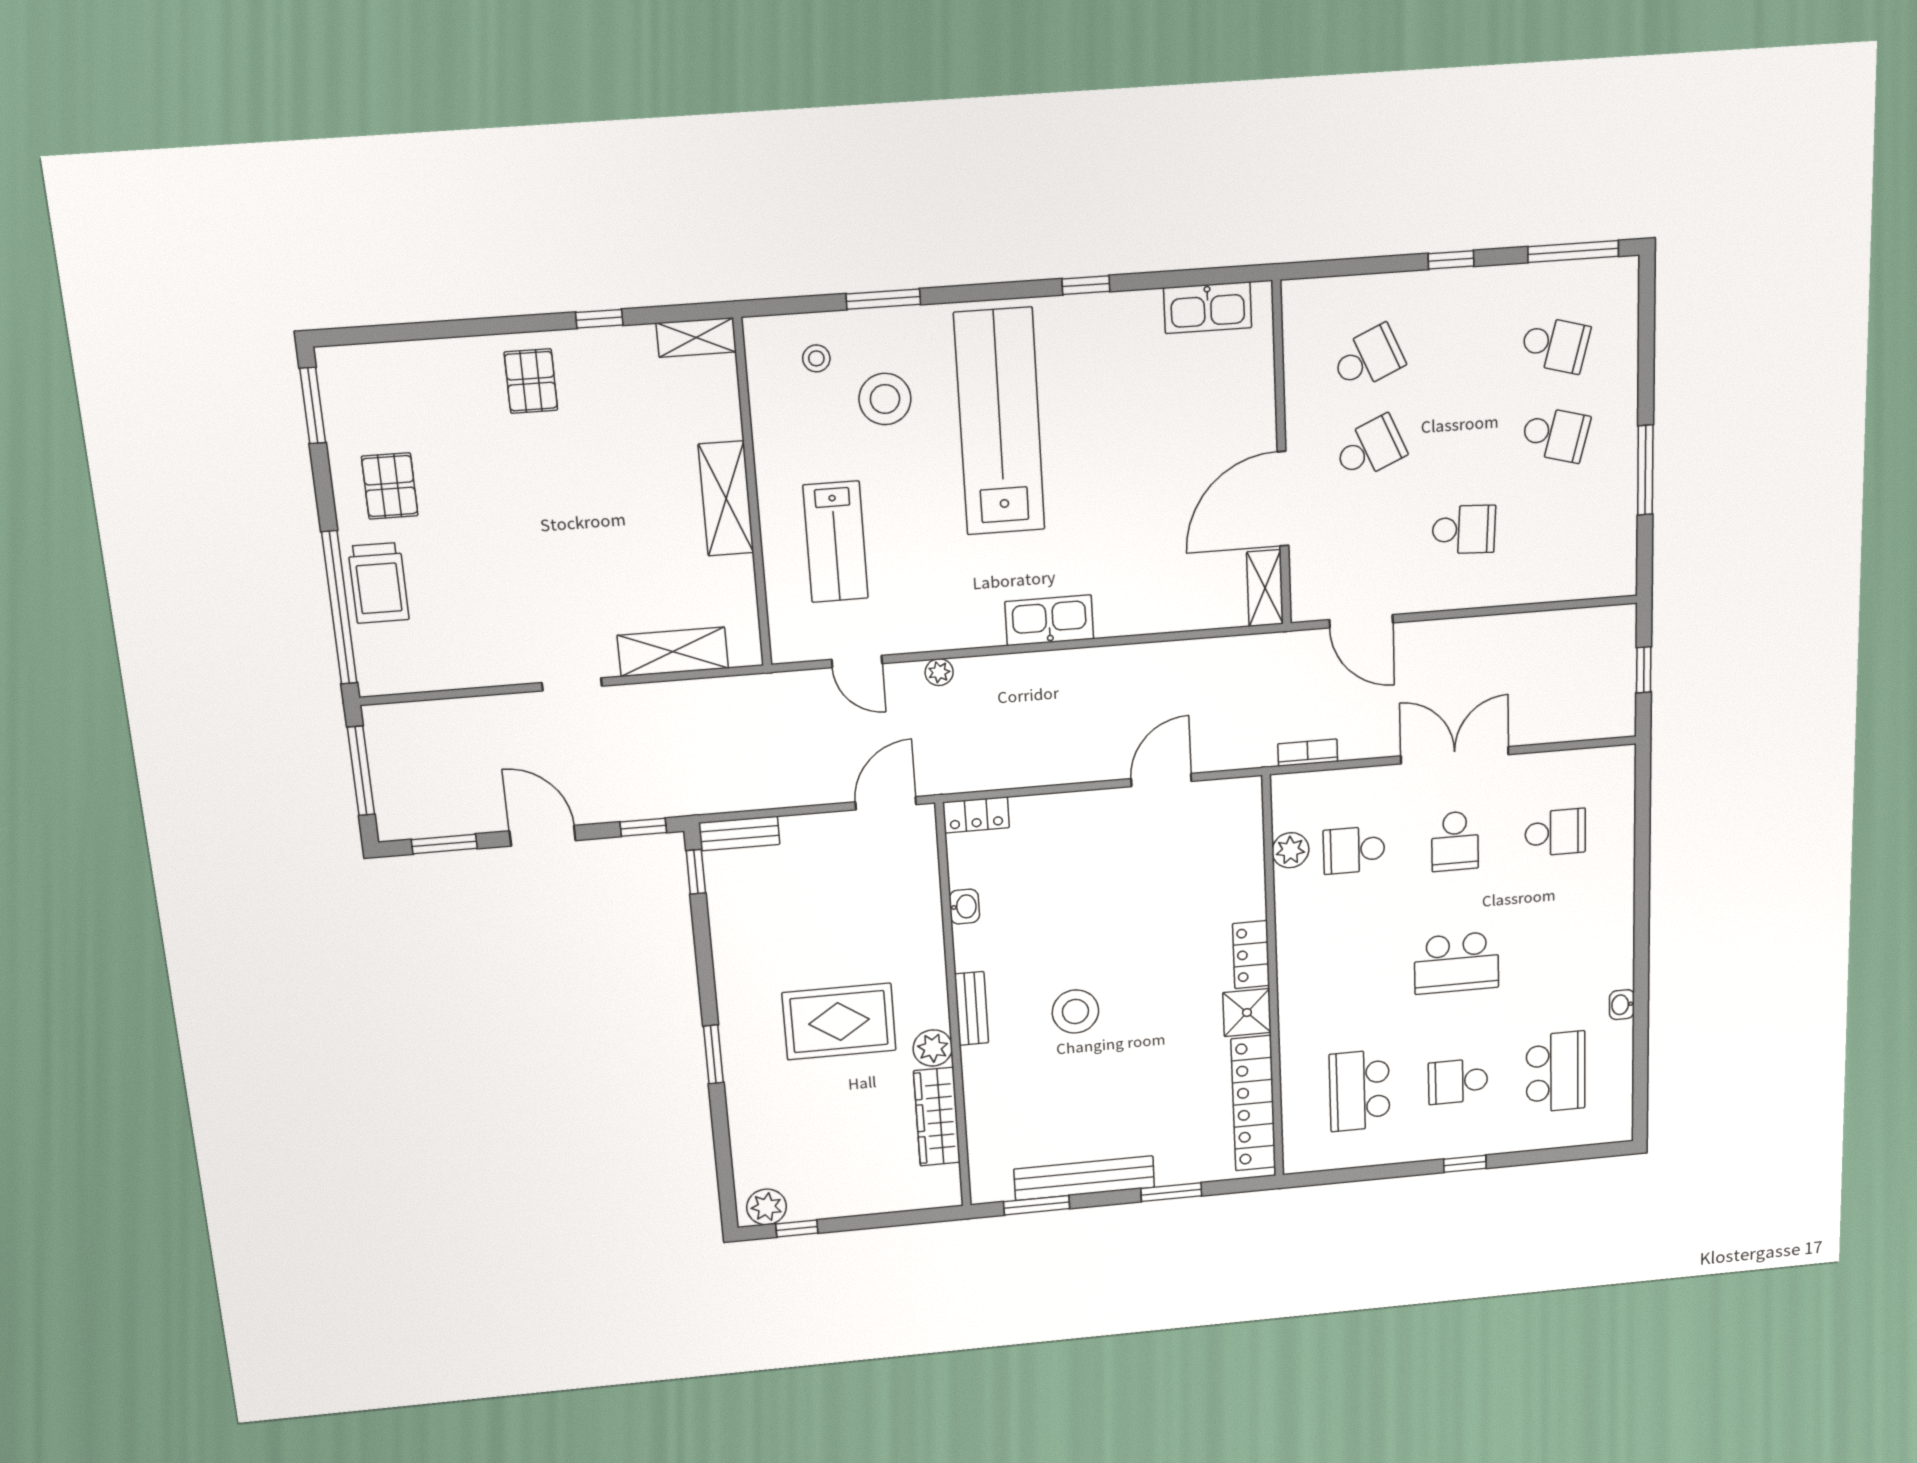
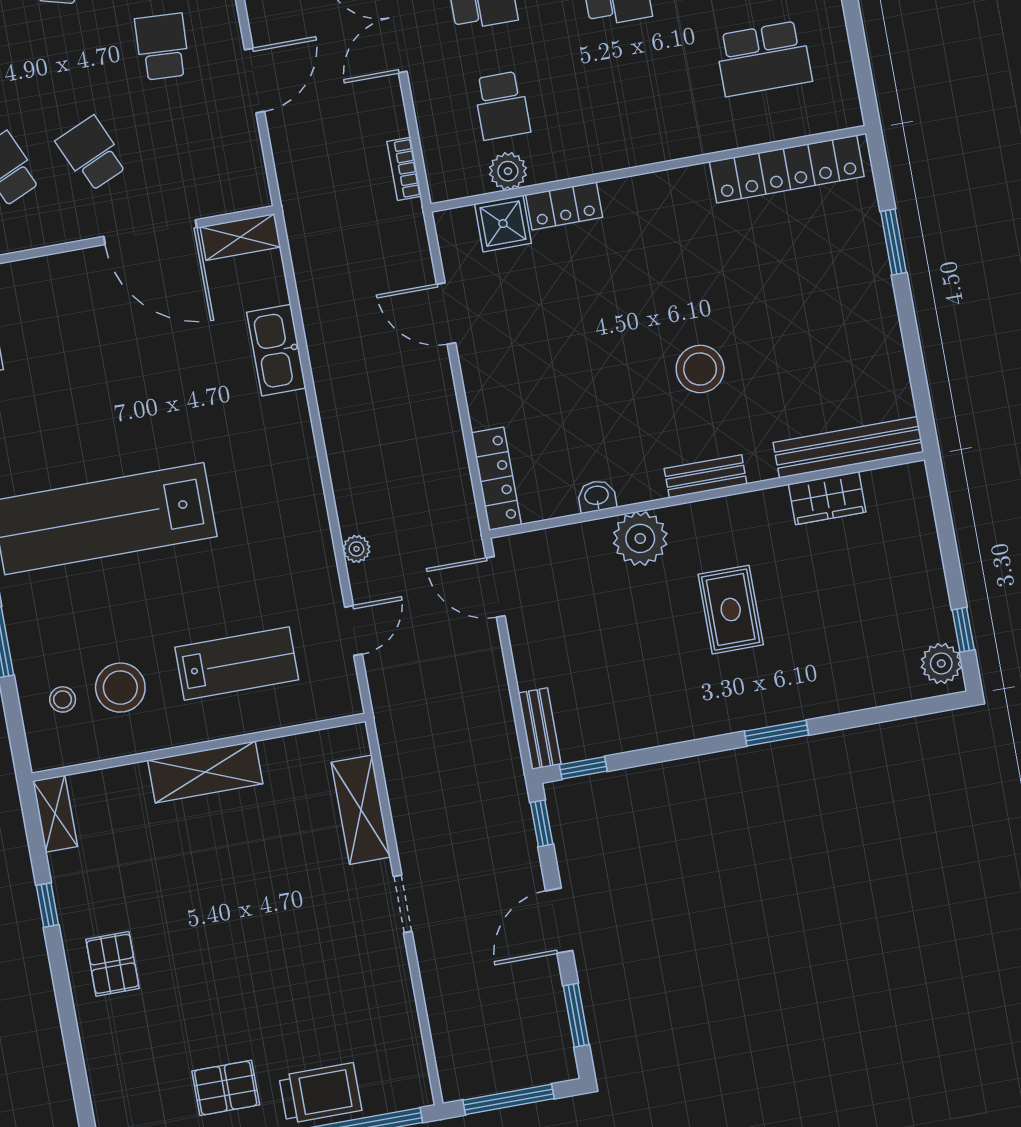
pallet: (531, 381) -> (113, 964), turned 90
stool: (885, 399) -> (120, 688), moved
kitchen sink: (1049, 620) -> (276, 350), moved
door: (1361, 621) -> (255, 81), moved
locker: (976, 815) -> (496, 479), width x1.53
locker: (1251, 955) -> (564, 206), moved
shower: (1247, 1013) -> (503, 224), moved
rug: (839, 1022) -> (731, 610), width x0.73, depth x0.70
plant: (933, 1048) -> (640, 538), moved, width x1.36, depth x1.36
wardrobe: (937, 1117) -> (827, 498), width x0.67
bench: (1084, 1178) -> (848, 447), moved, turned 90
window: (1037, 1205) -> (919, 383), removed

